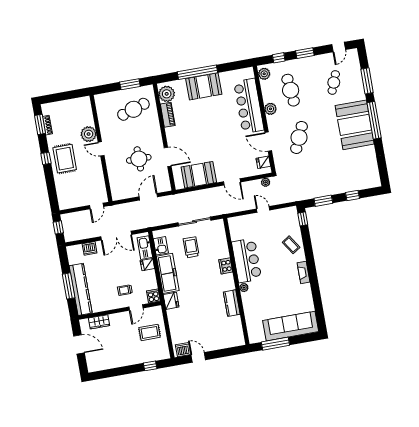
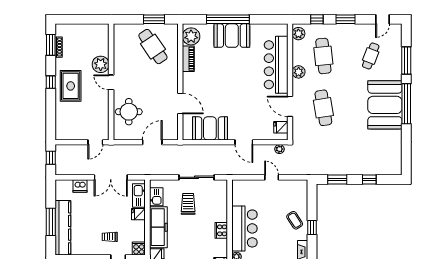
cafe table: (133, 109) -> (153, 47), turned 74
cafe table: (299, 137) -> (323, 108), turned -33
round table: (139, 159) -> (129, 112), moved
window: (303, 219) -> (312, 228), moved

